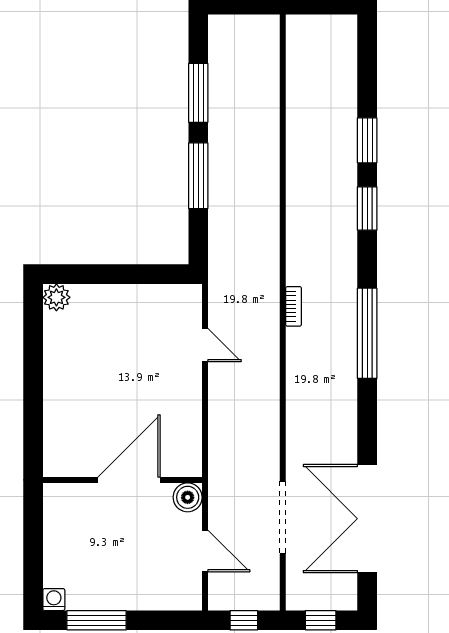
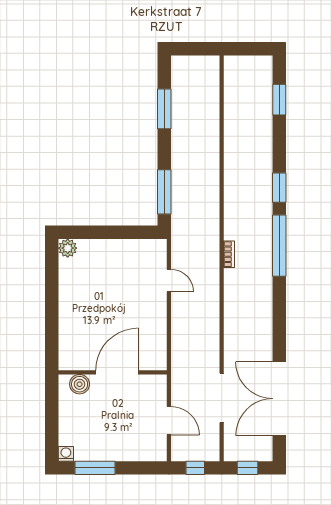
window: (367, 140) -> (279, 100), moved
window: (198, 176) -> (164, 192), moved
window: (367, 333) -> (279, 246), moved
boiler: (188, 497) -> (80, 384), moved

